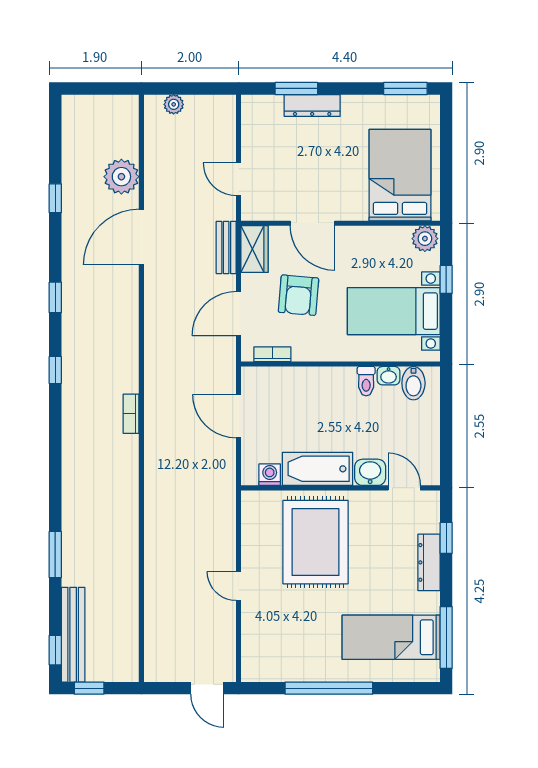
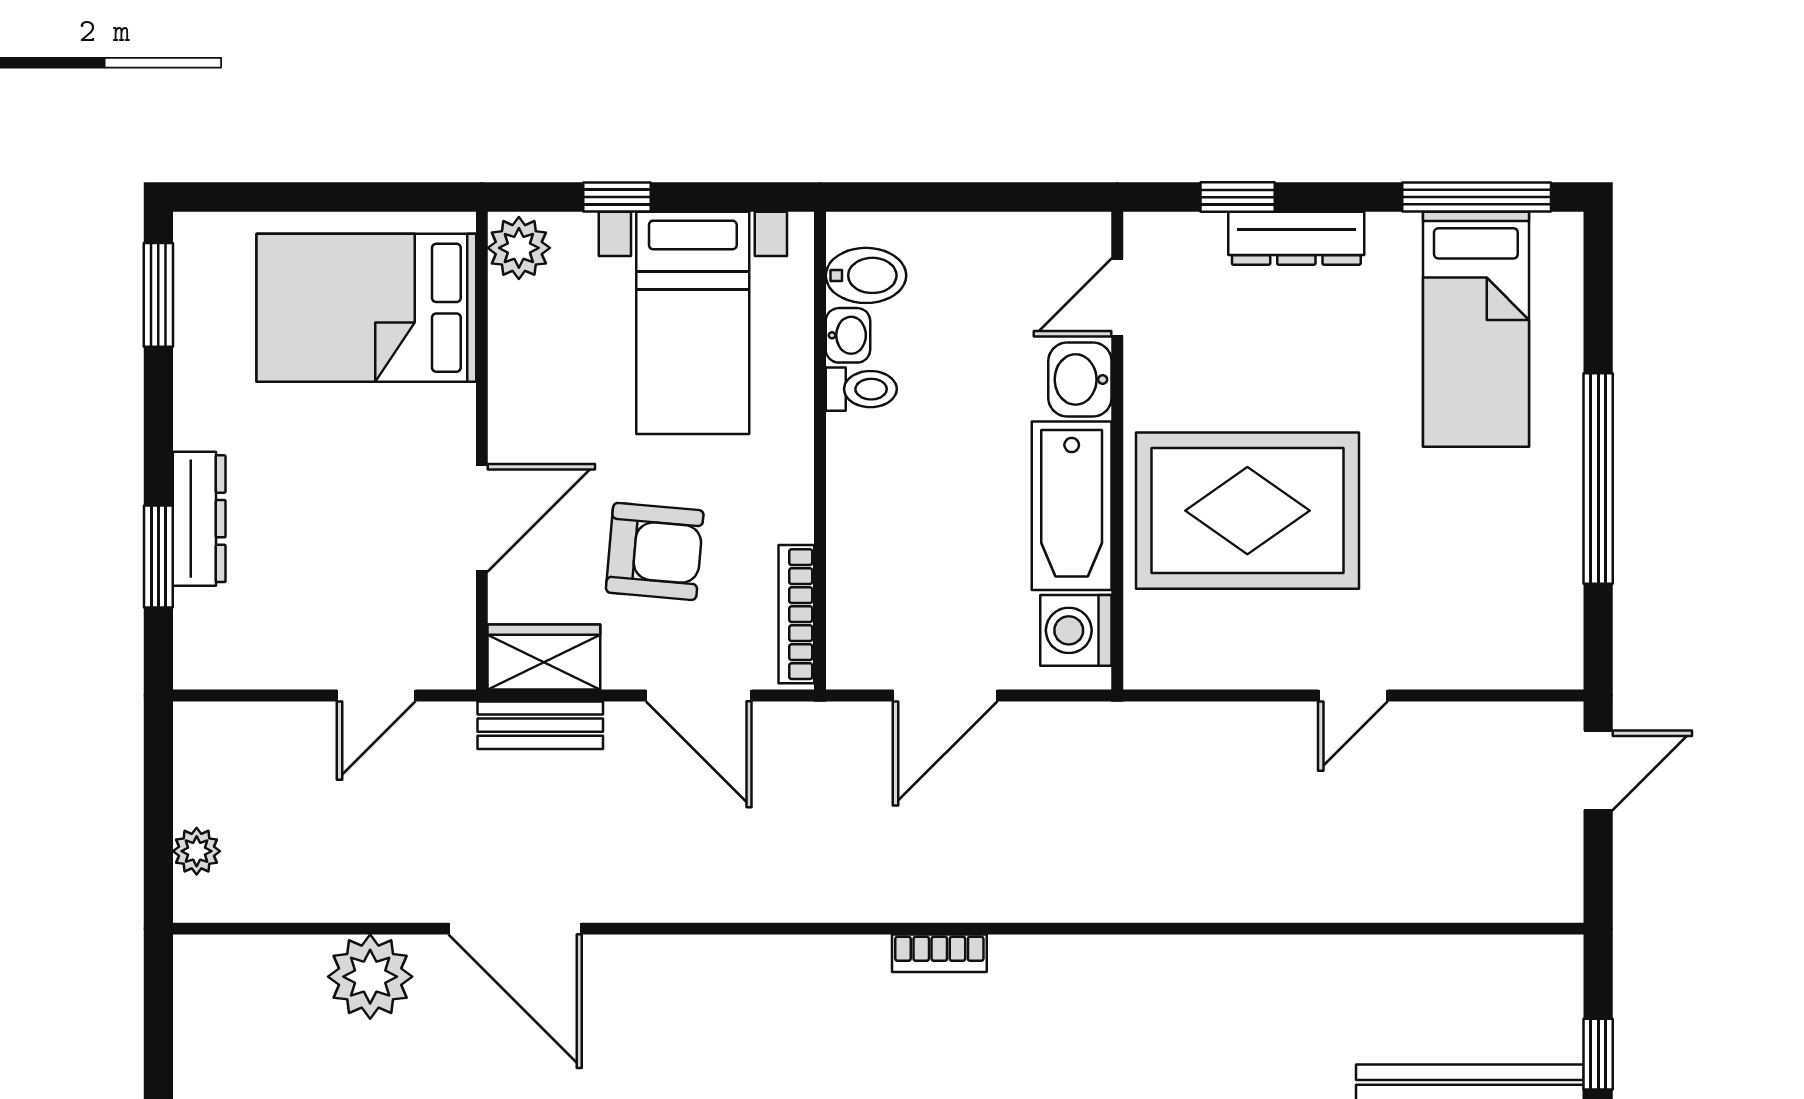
bookcase: (272, 354) -> (796, 614), width x1.56
washing machine: (270, 475) -> (1076, 630), width x1.38, depth x1.38

